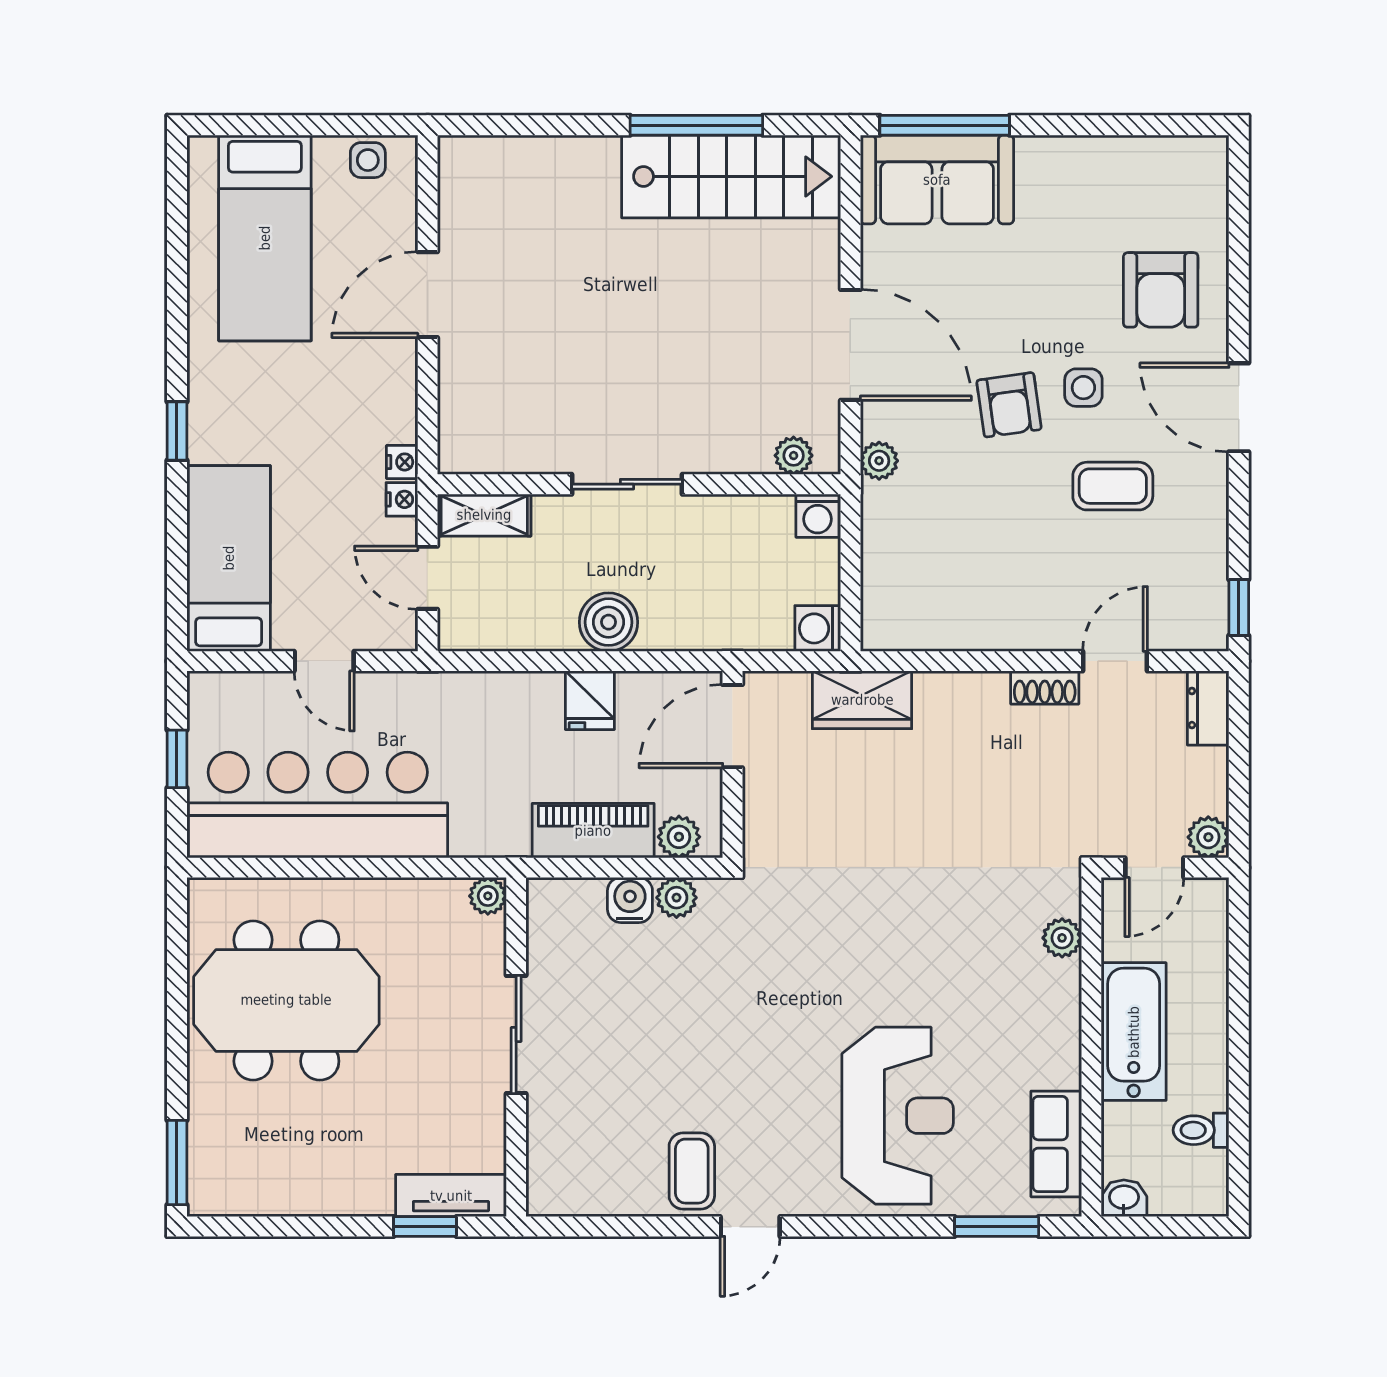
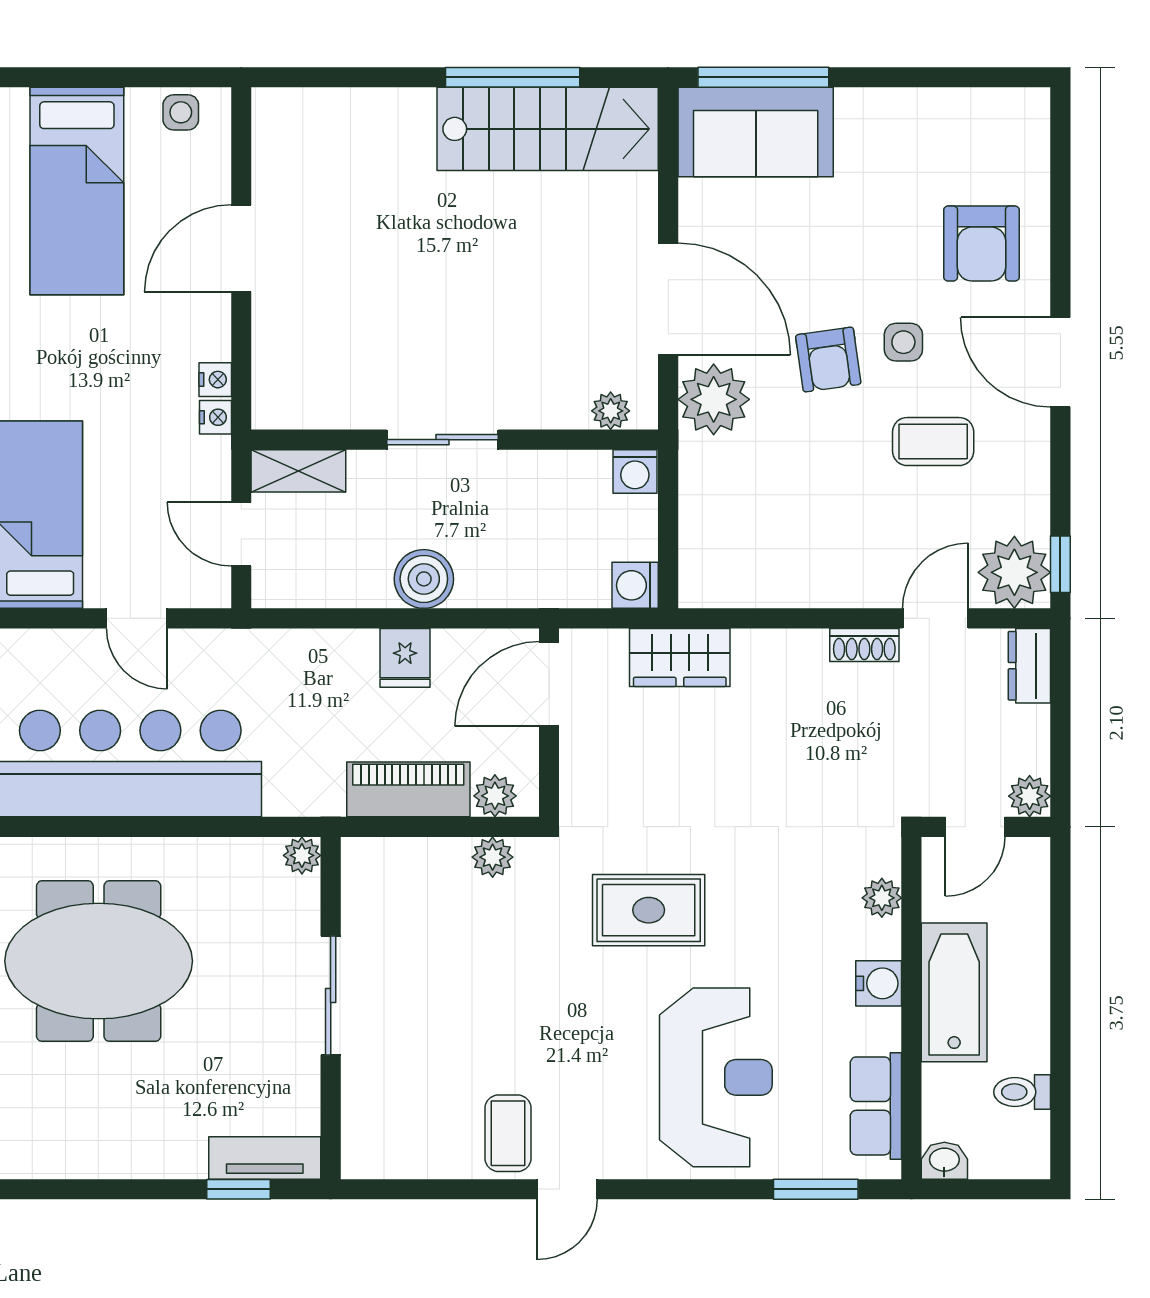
plant: (879, 461) -> (714, 399), width x1.87, depth x1.87
nightstand: (402, 499) -> (215, 380), moved
plant: (1193, 616) -> (1014, 572), added
water cooler: (630, 900) -> (879, 983), moved, turned 90
rug: (831, 950) -> (649, 910), added

